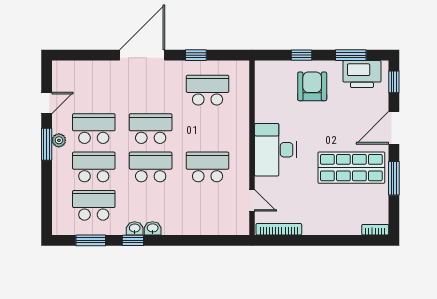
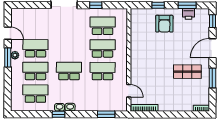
printer: (362, 74) -> (188, 14), width x0.53, depth x0.68
armchair: (312, 86) -> (164, 24), turned 180
door: (47, 103) -> (8, 33), hinge flipped
school desk: (151, 129) -> (103, 48), moved
desk: (275, 150) -> (143, 61), removed
shop shelf: (351, 168) -> (187, 72), width x0.70, depth x0.74
window: (91, 240) -> (106, 114), moved

